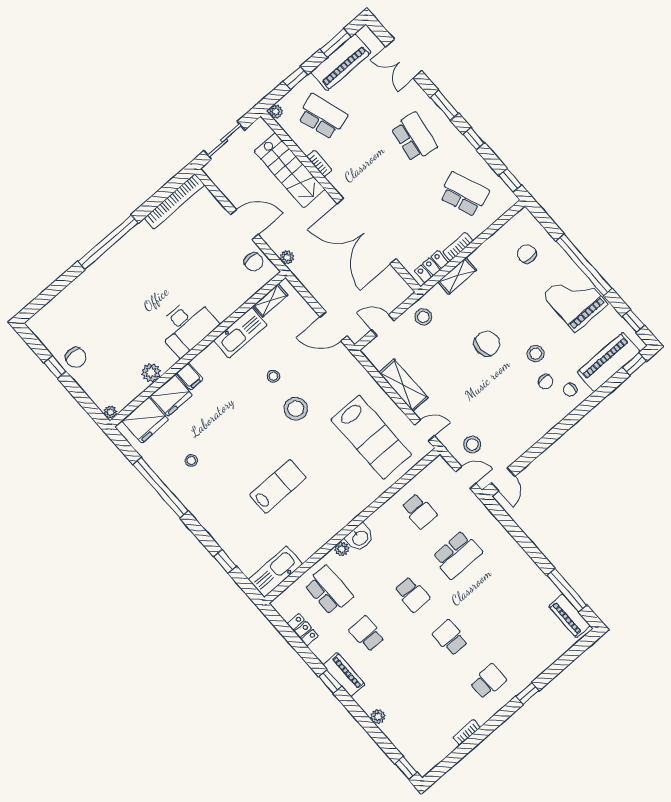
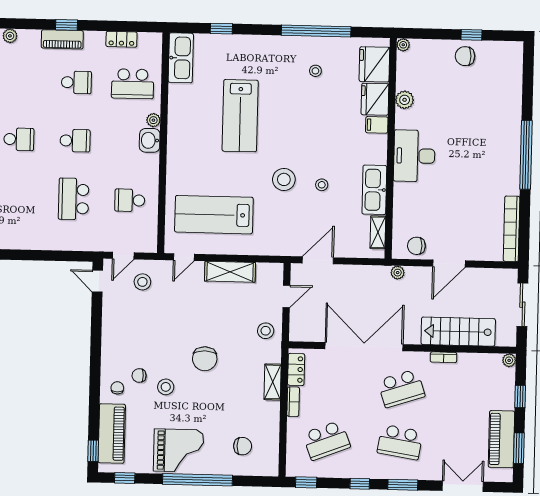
school desk: (322, 117) -> (401, 388), moved
lab bench: (278, 486) -> (240, 116), width x1.36, depth x1.39
school desk: (412, 594) -> (75, 141), turned 180

